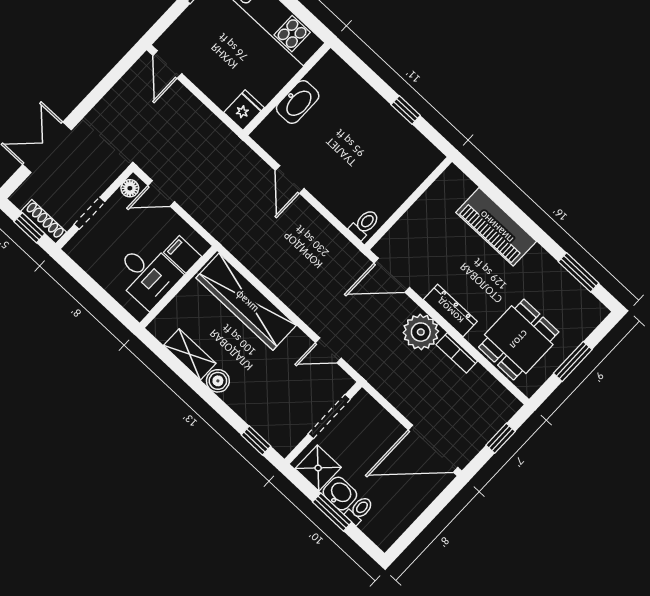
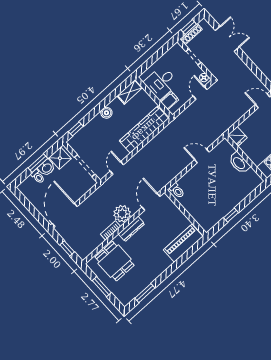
piano: (496, 227) -> (183, 243), moved
shelving: (190, 354) -> (130, 92), moved

